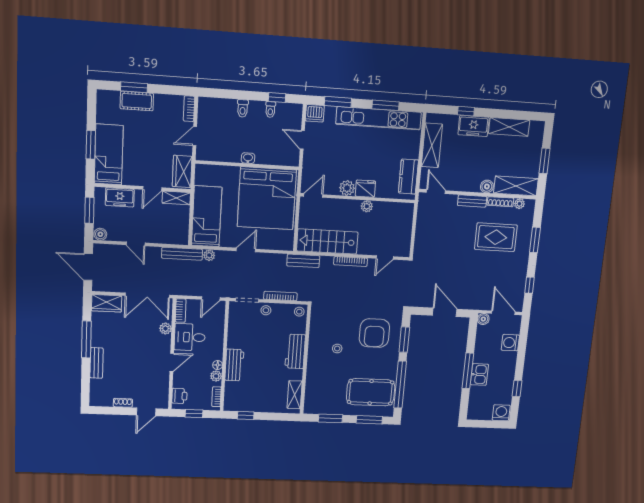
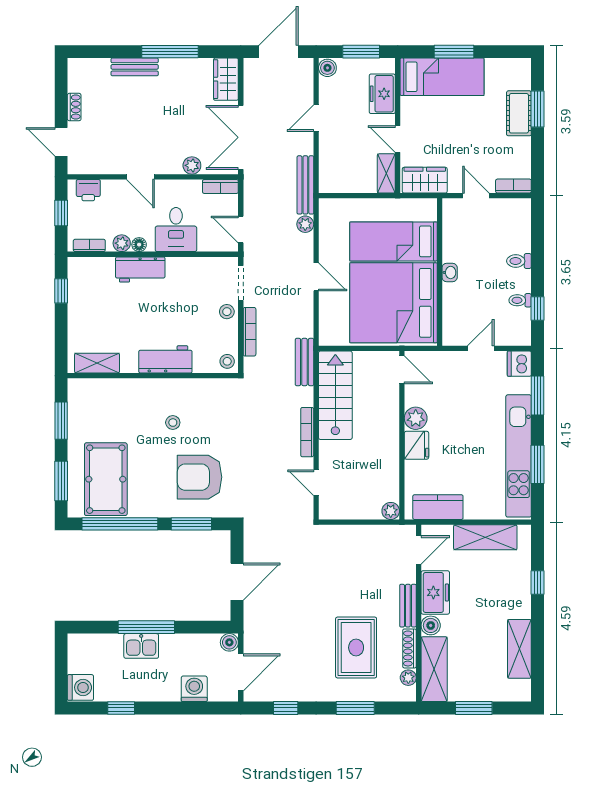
freezer: (474, 126) -> (435, 592), moved, turned 180
plant: (367, 206) -> (391, 511), moved
bed: (207, 216) -> (393, 241), moved, turned 180
desk: (190, 337) -> (176, 230), moved, turned 180

